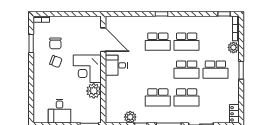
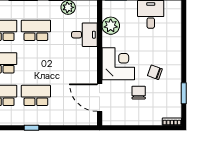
chair: (55, 43) -> (139, 93), moved
desk: (116, 65) -> (84, 35), moved
plant: (94, 91) -> (111, 26), moved

